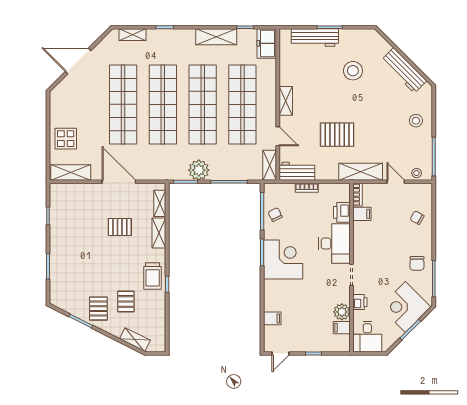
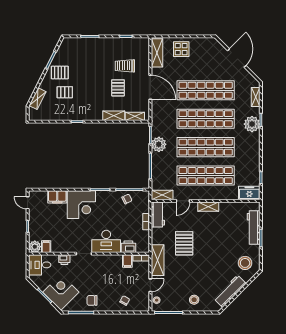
shelving: (216, 37) -> (254, 157), removed
plant: (170, 40) -> (252, 124), added
stool: (353, 71) -> (245, 263), moved
door: (119, 182) -> (150, 87), hinge flipped
corner desk: (283, 260) -> (81, 205), moved
trolley: (153, 276) -> (125, 66), moved
plant: (342, 312) -> (35, 247), moved
filing cabinet: (272, 318) -> (57, 197), width x2.00

